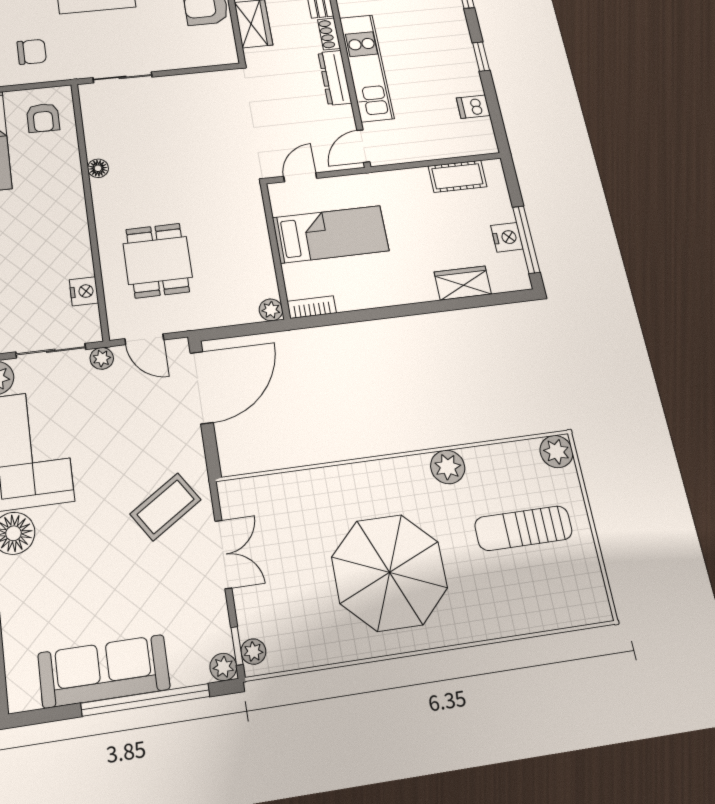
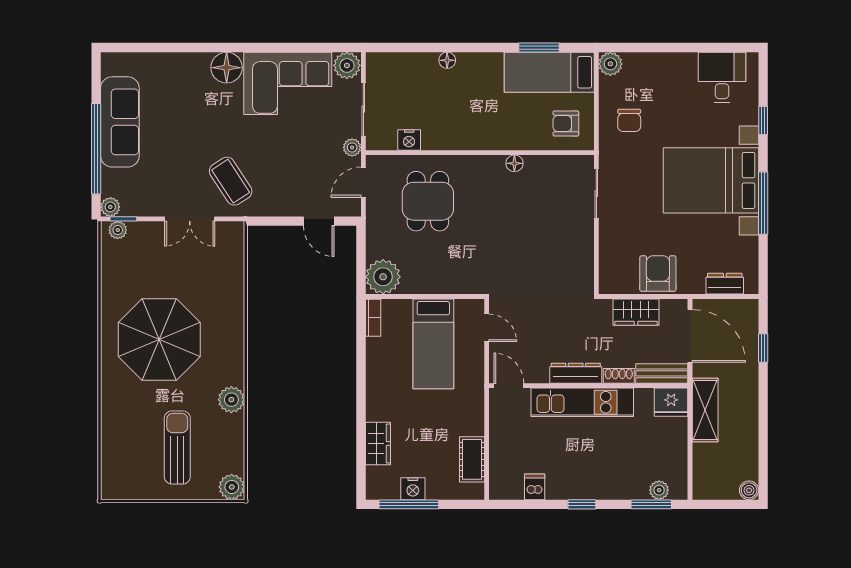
dining table: (158, 260) -> (428, 201), turned 90
plant: (271, 310) -> (383, 277), width x1.87, depth x1.87
door: (202, 388) -> (319, 221), width x0.53

